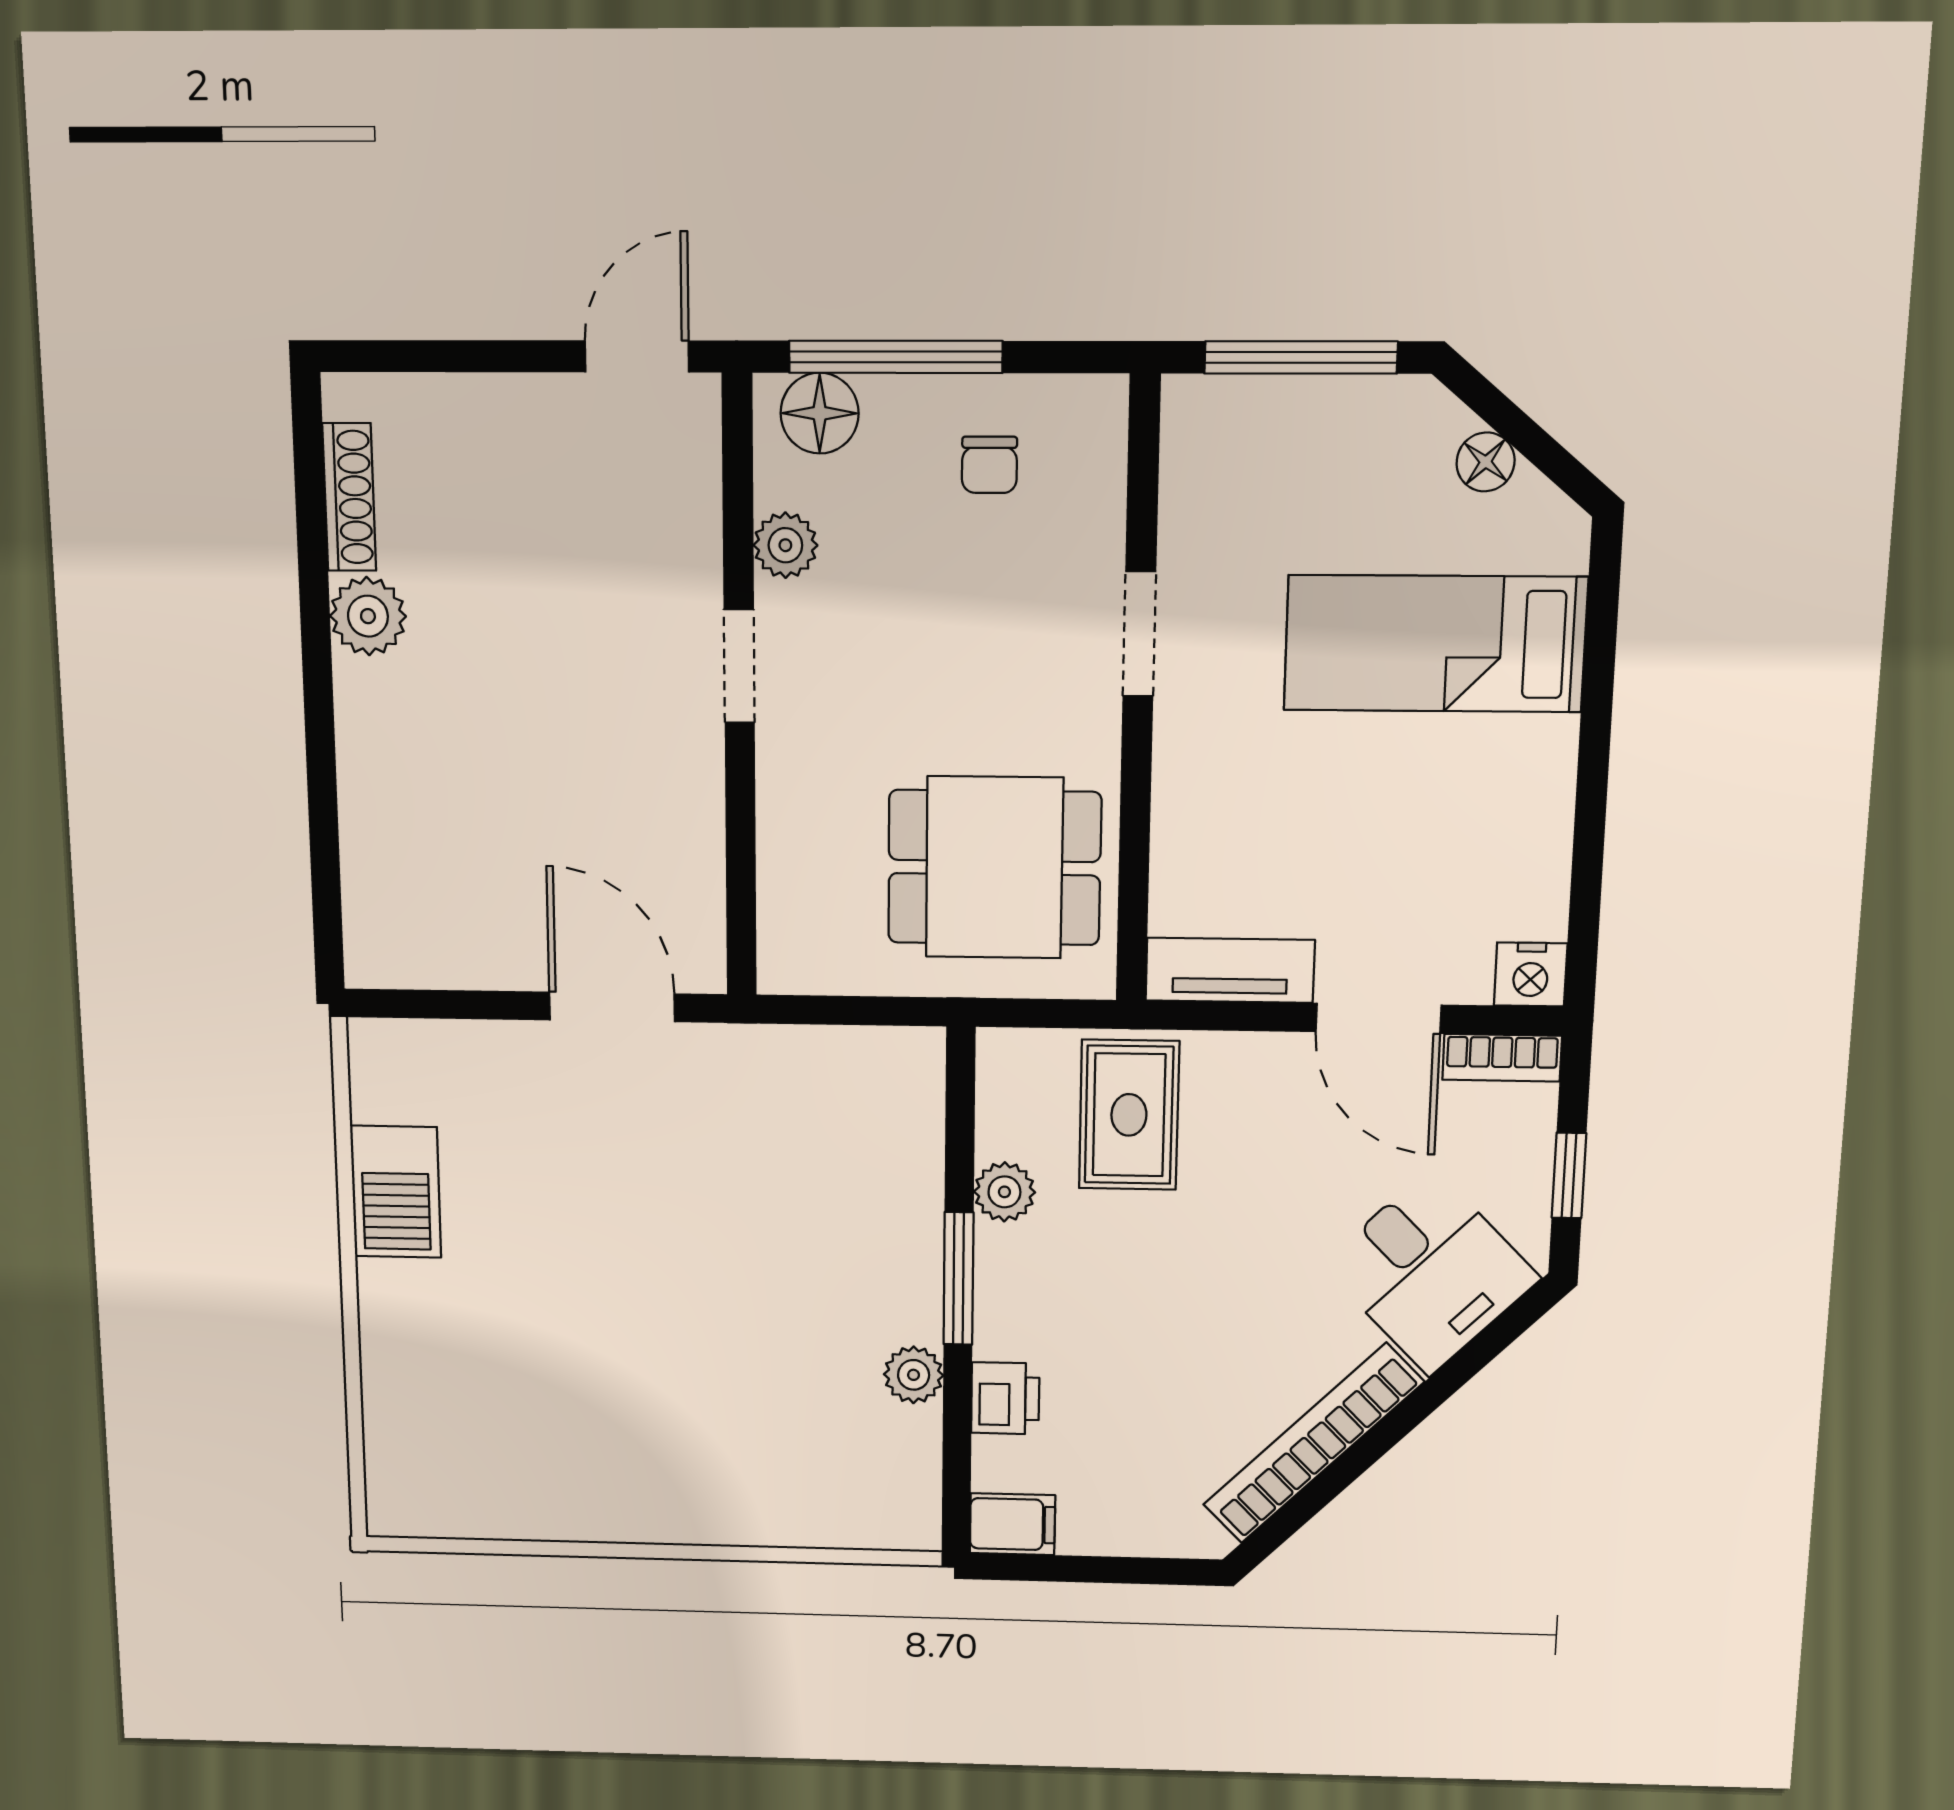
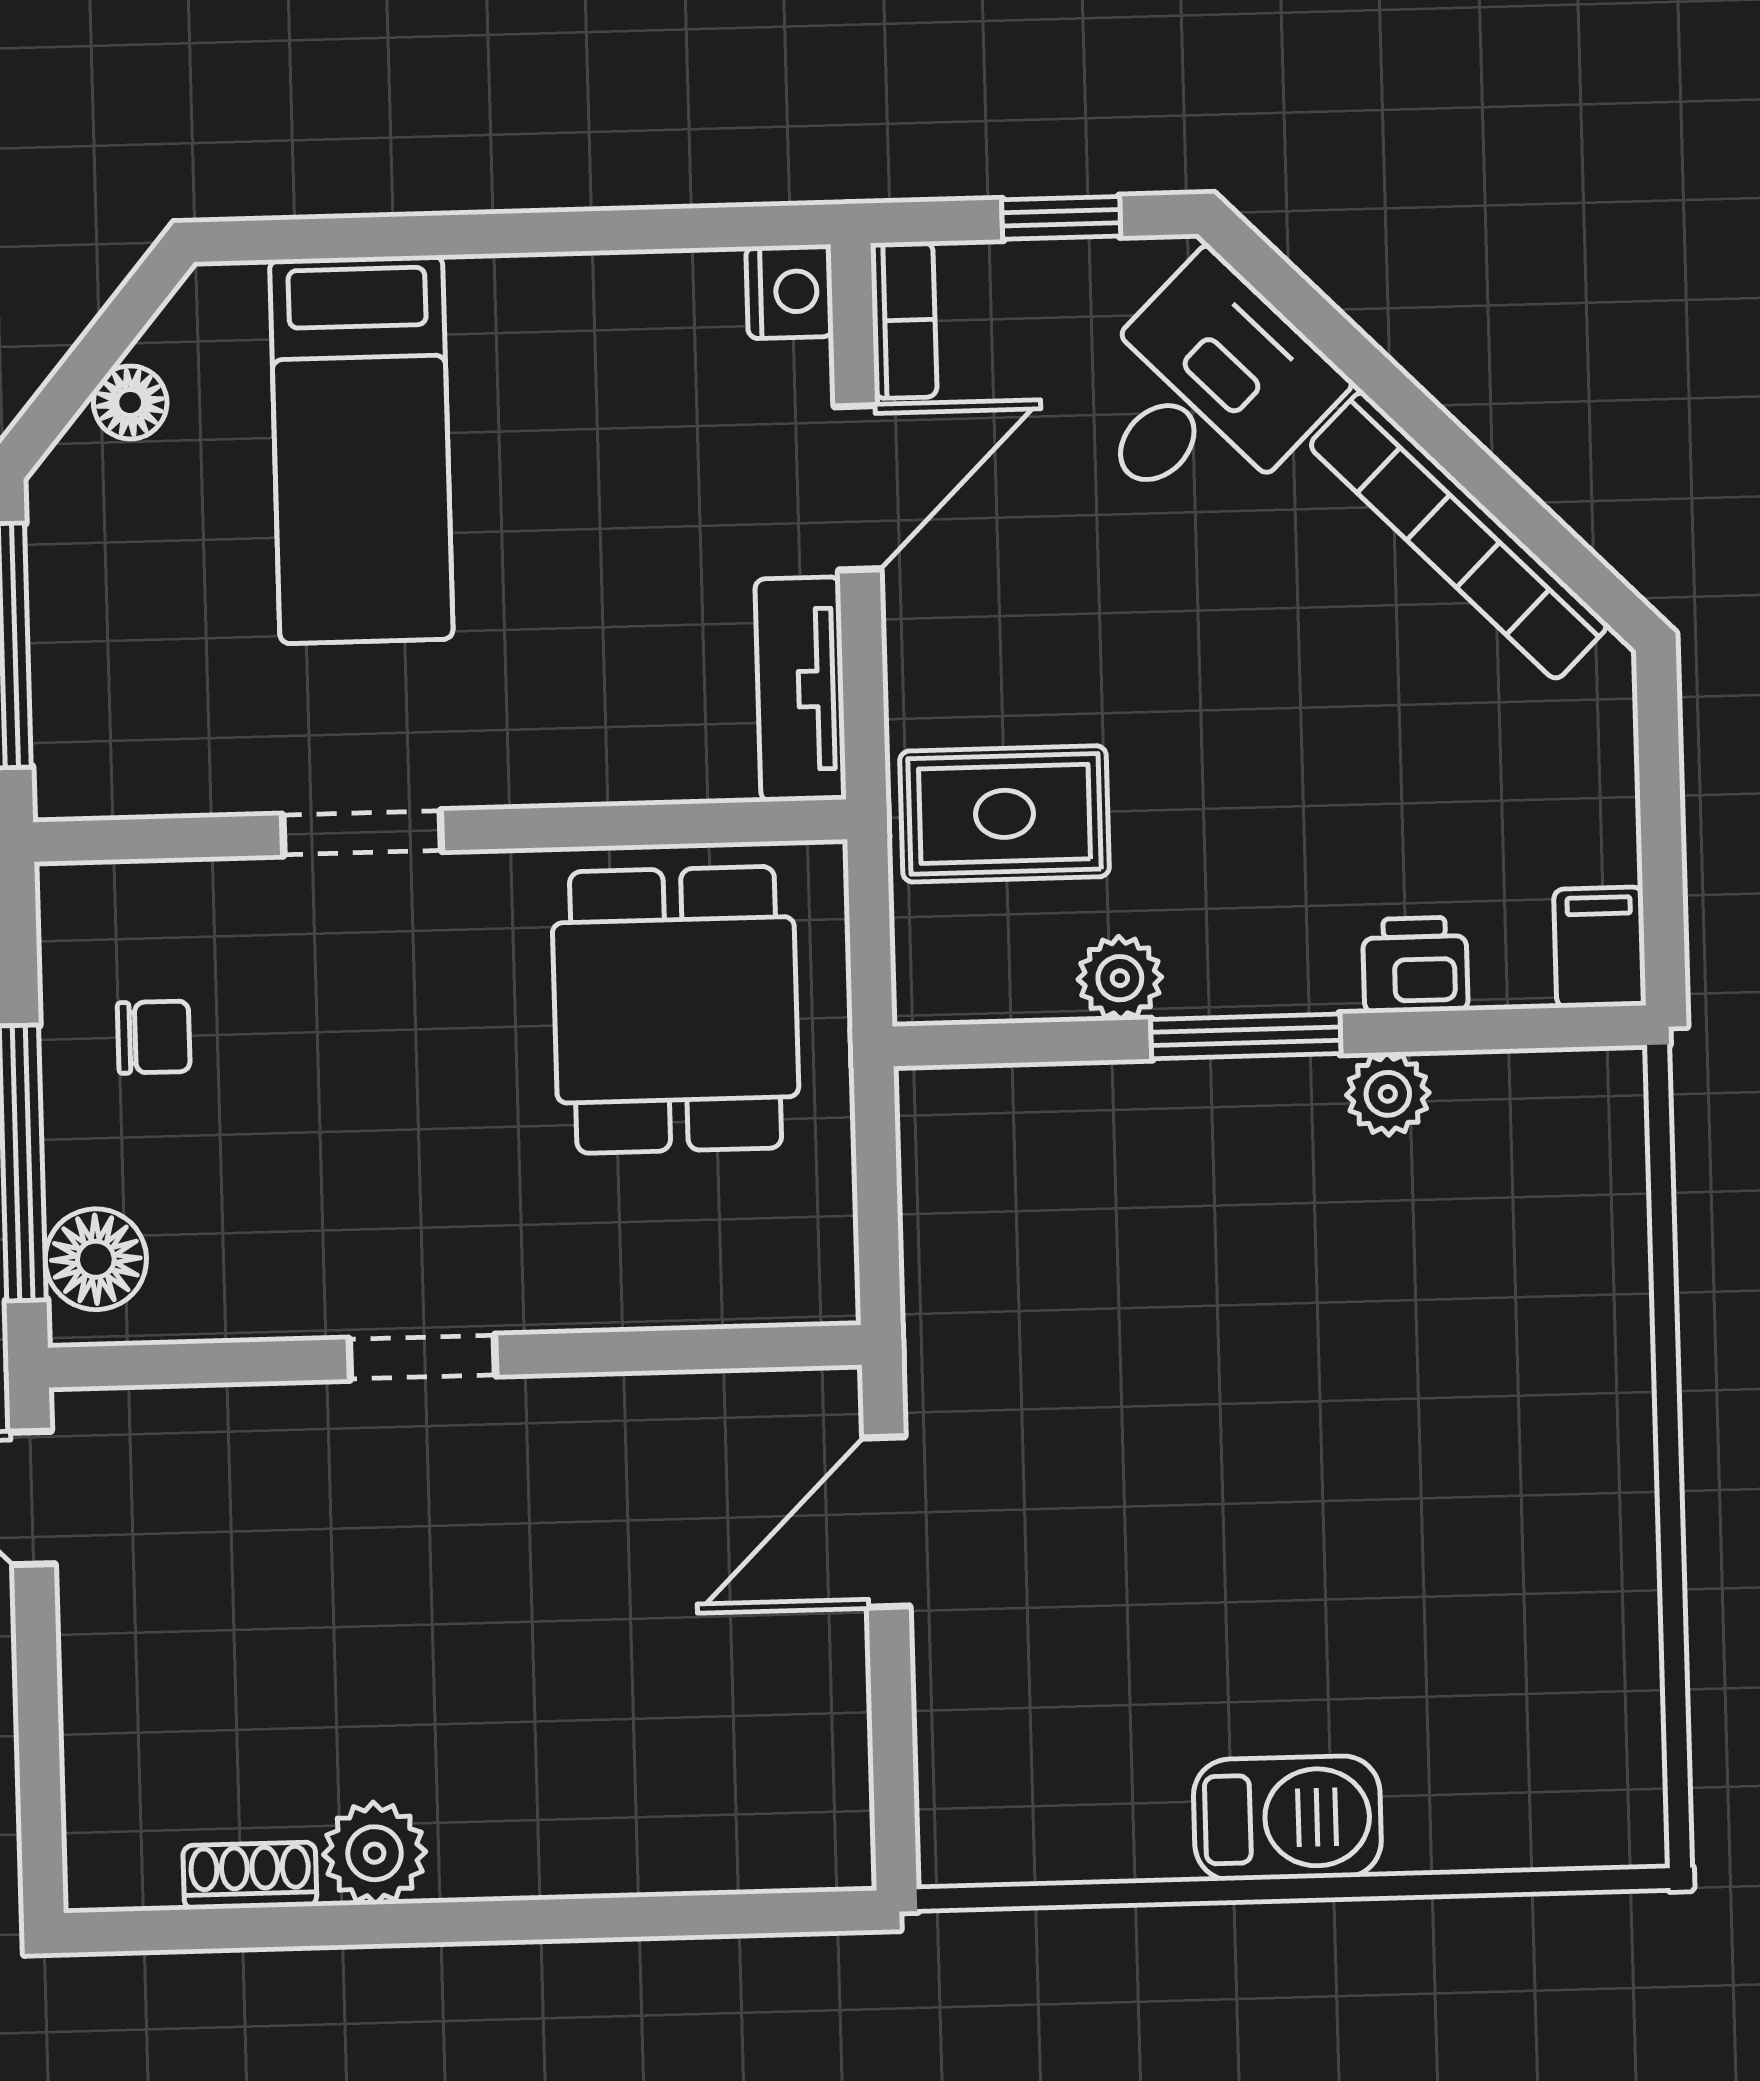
shoe rack: (349, 497) -> (250, 1876), width x0.70
plant: (785, 545) -> (264, 1300), removed
barbecue: (396, 1192) -> (1287, 1818), moved

